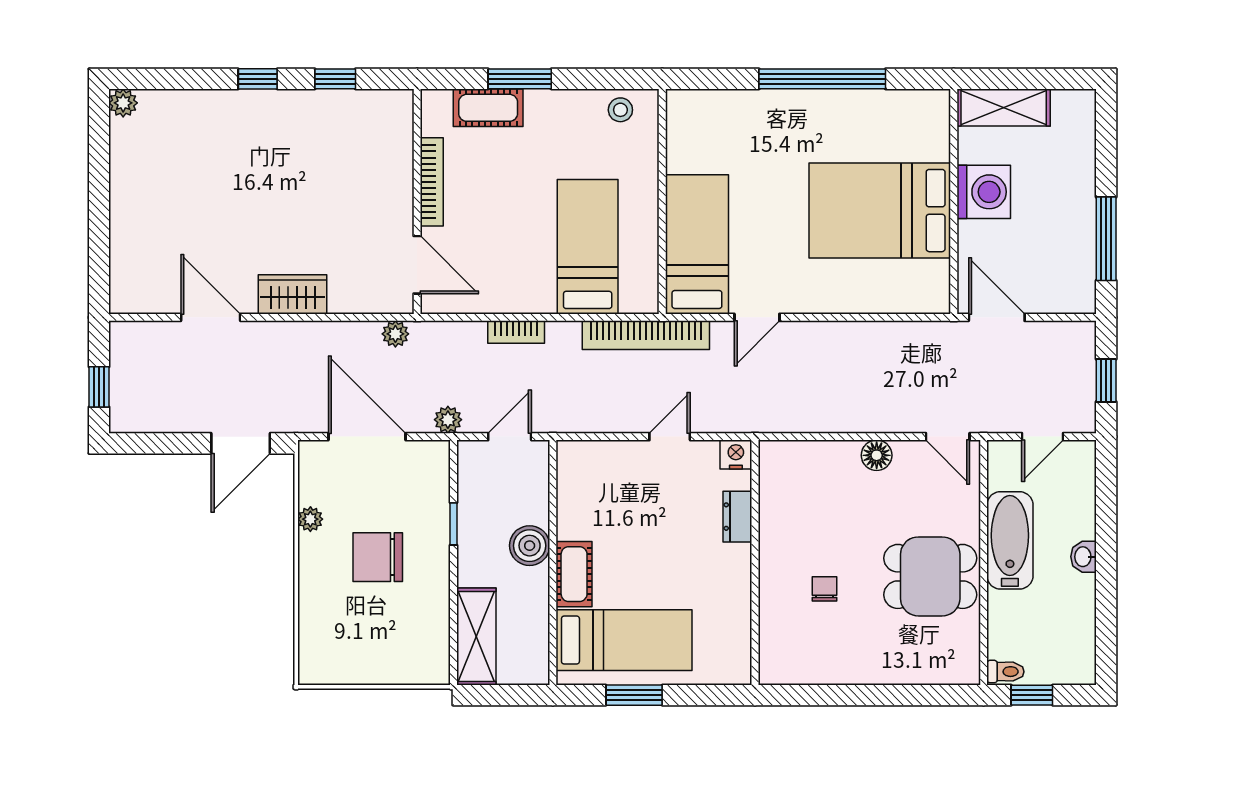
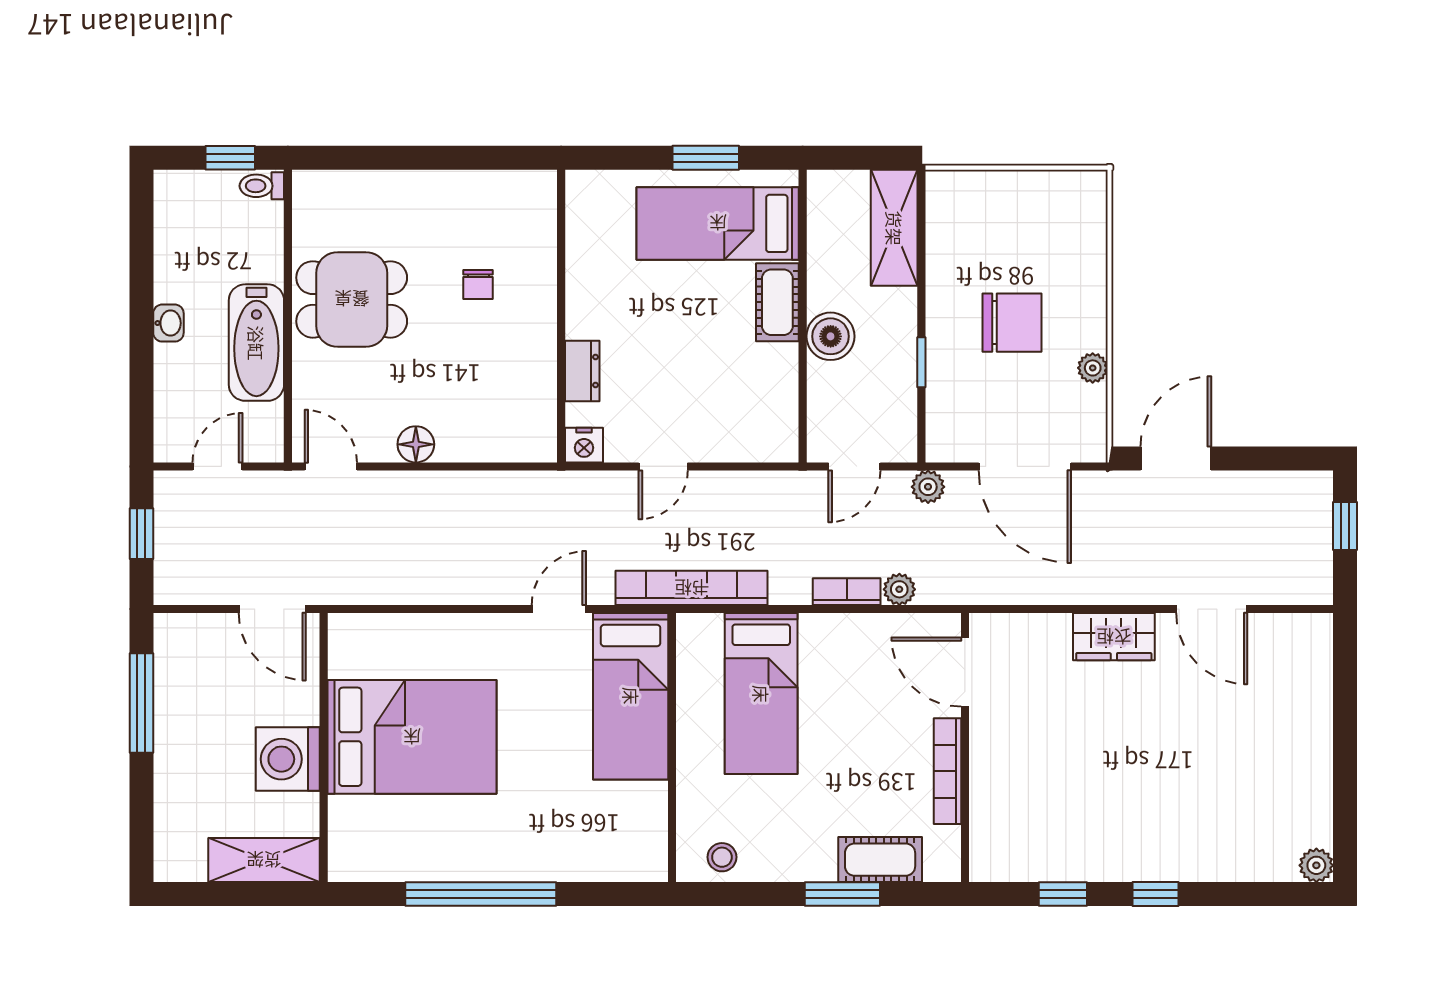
plant: (395, 334) -> (899, 589), moved

